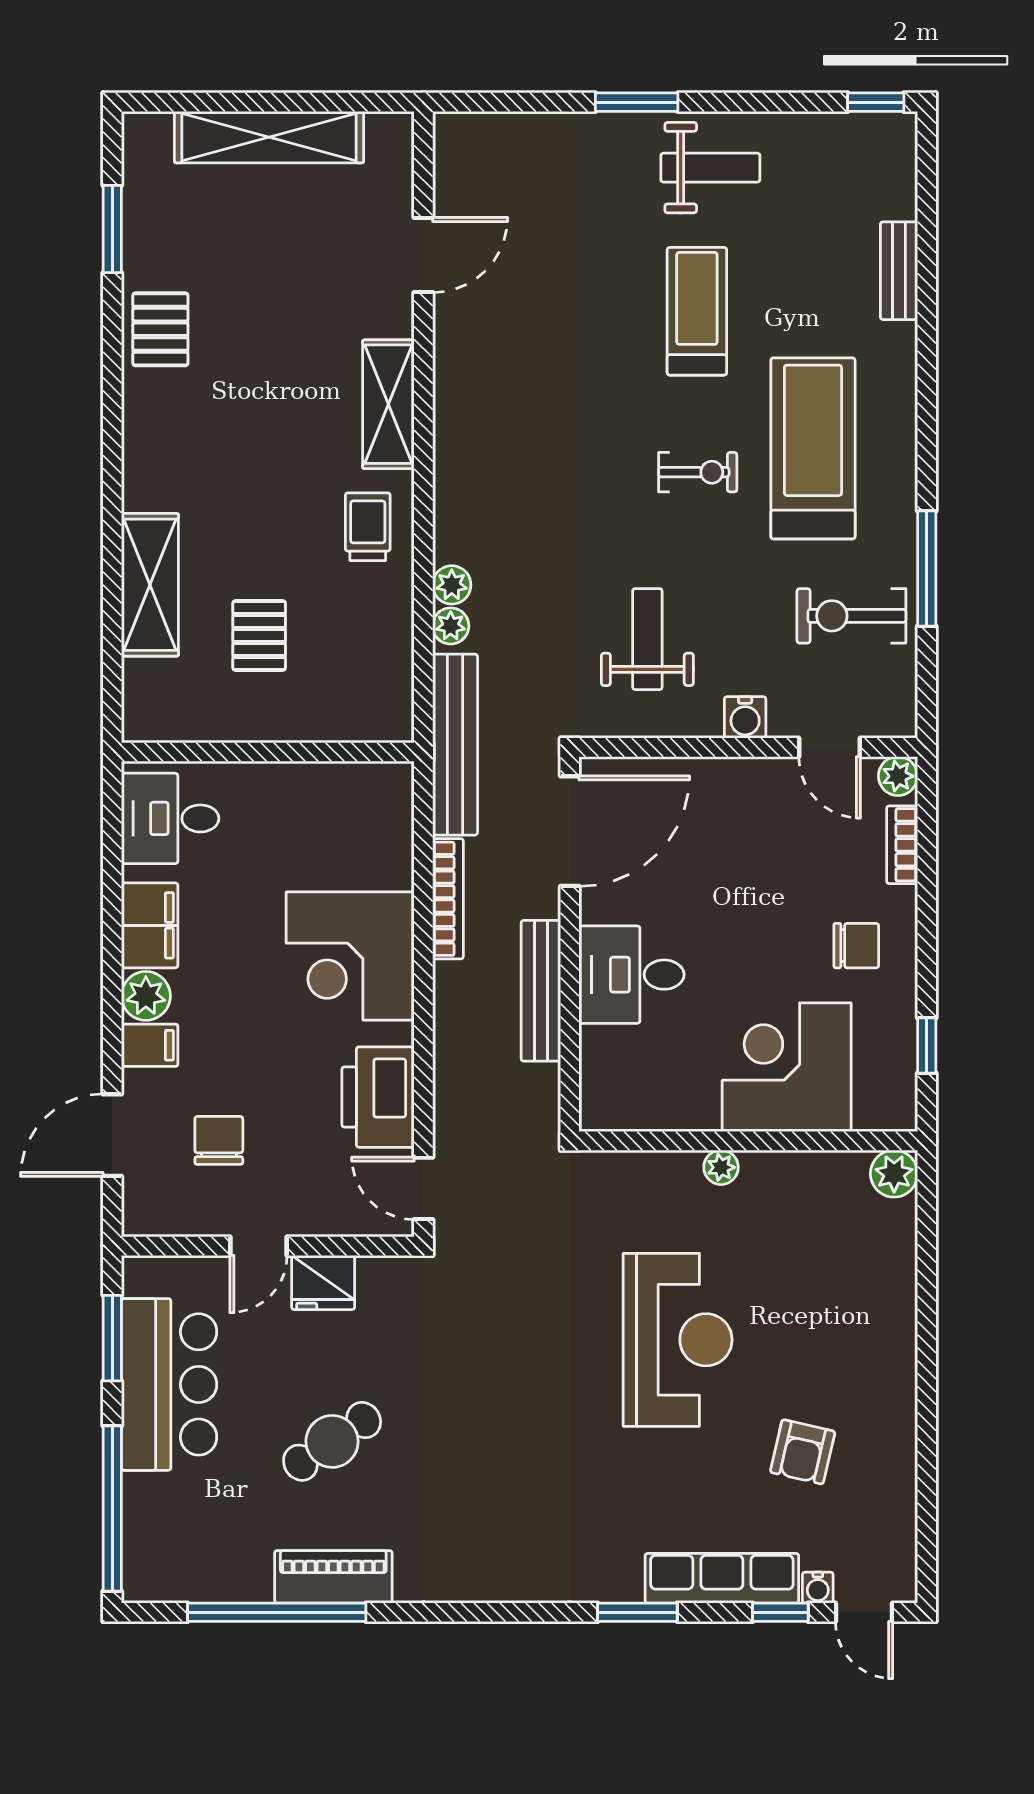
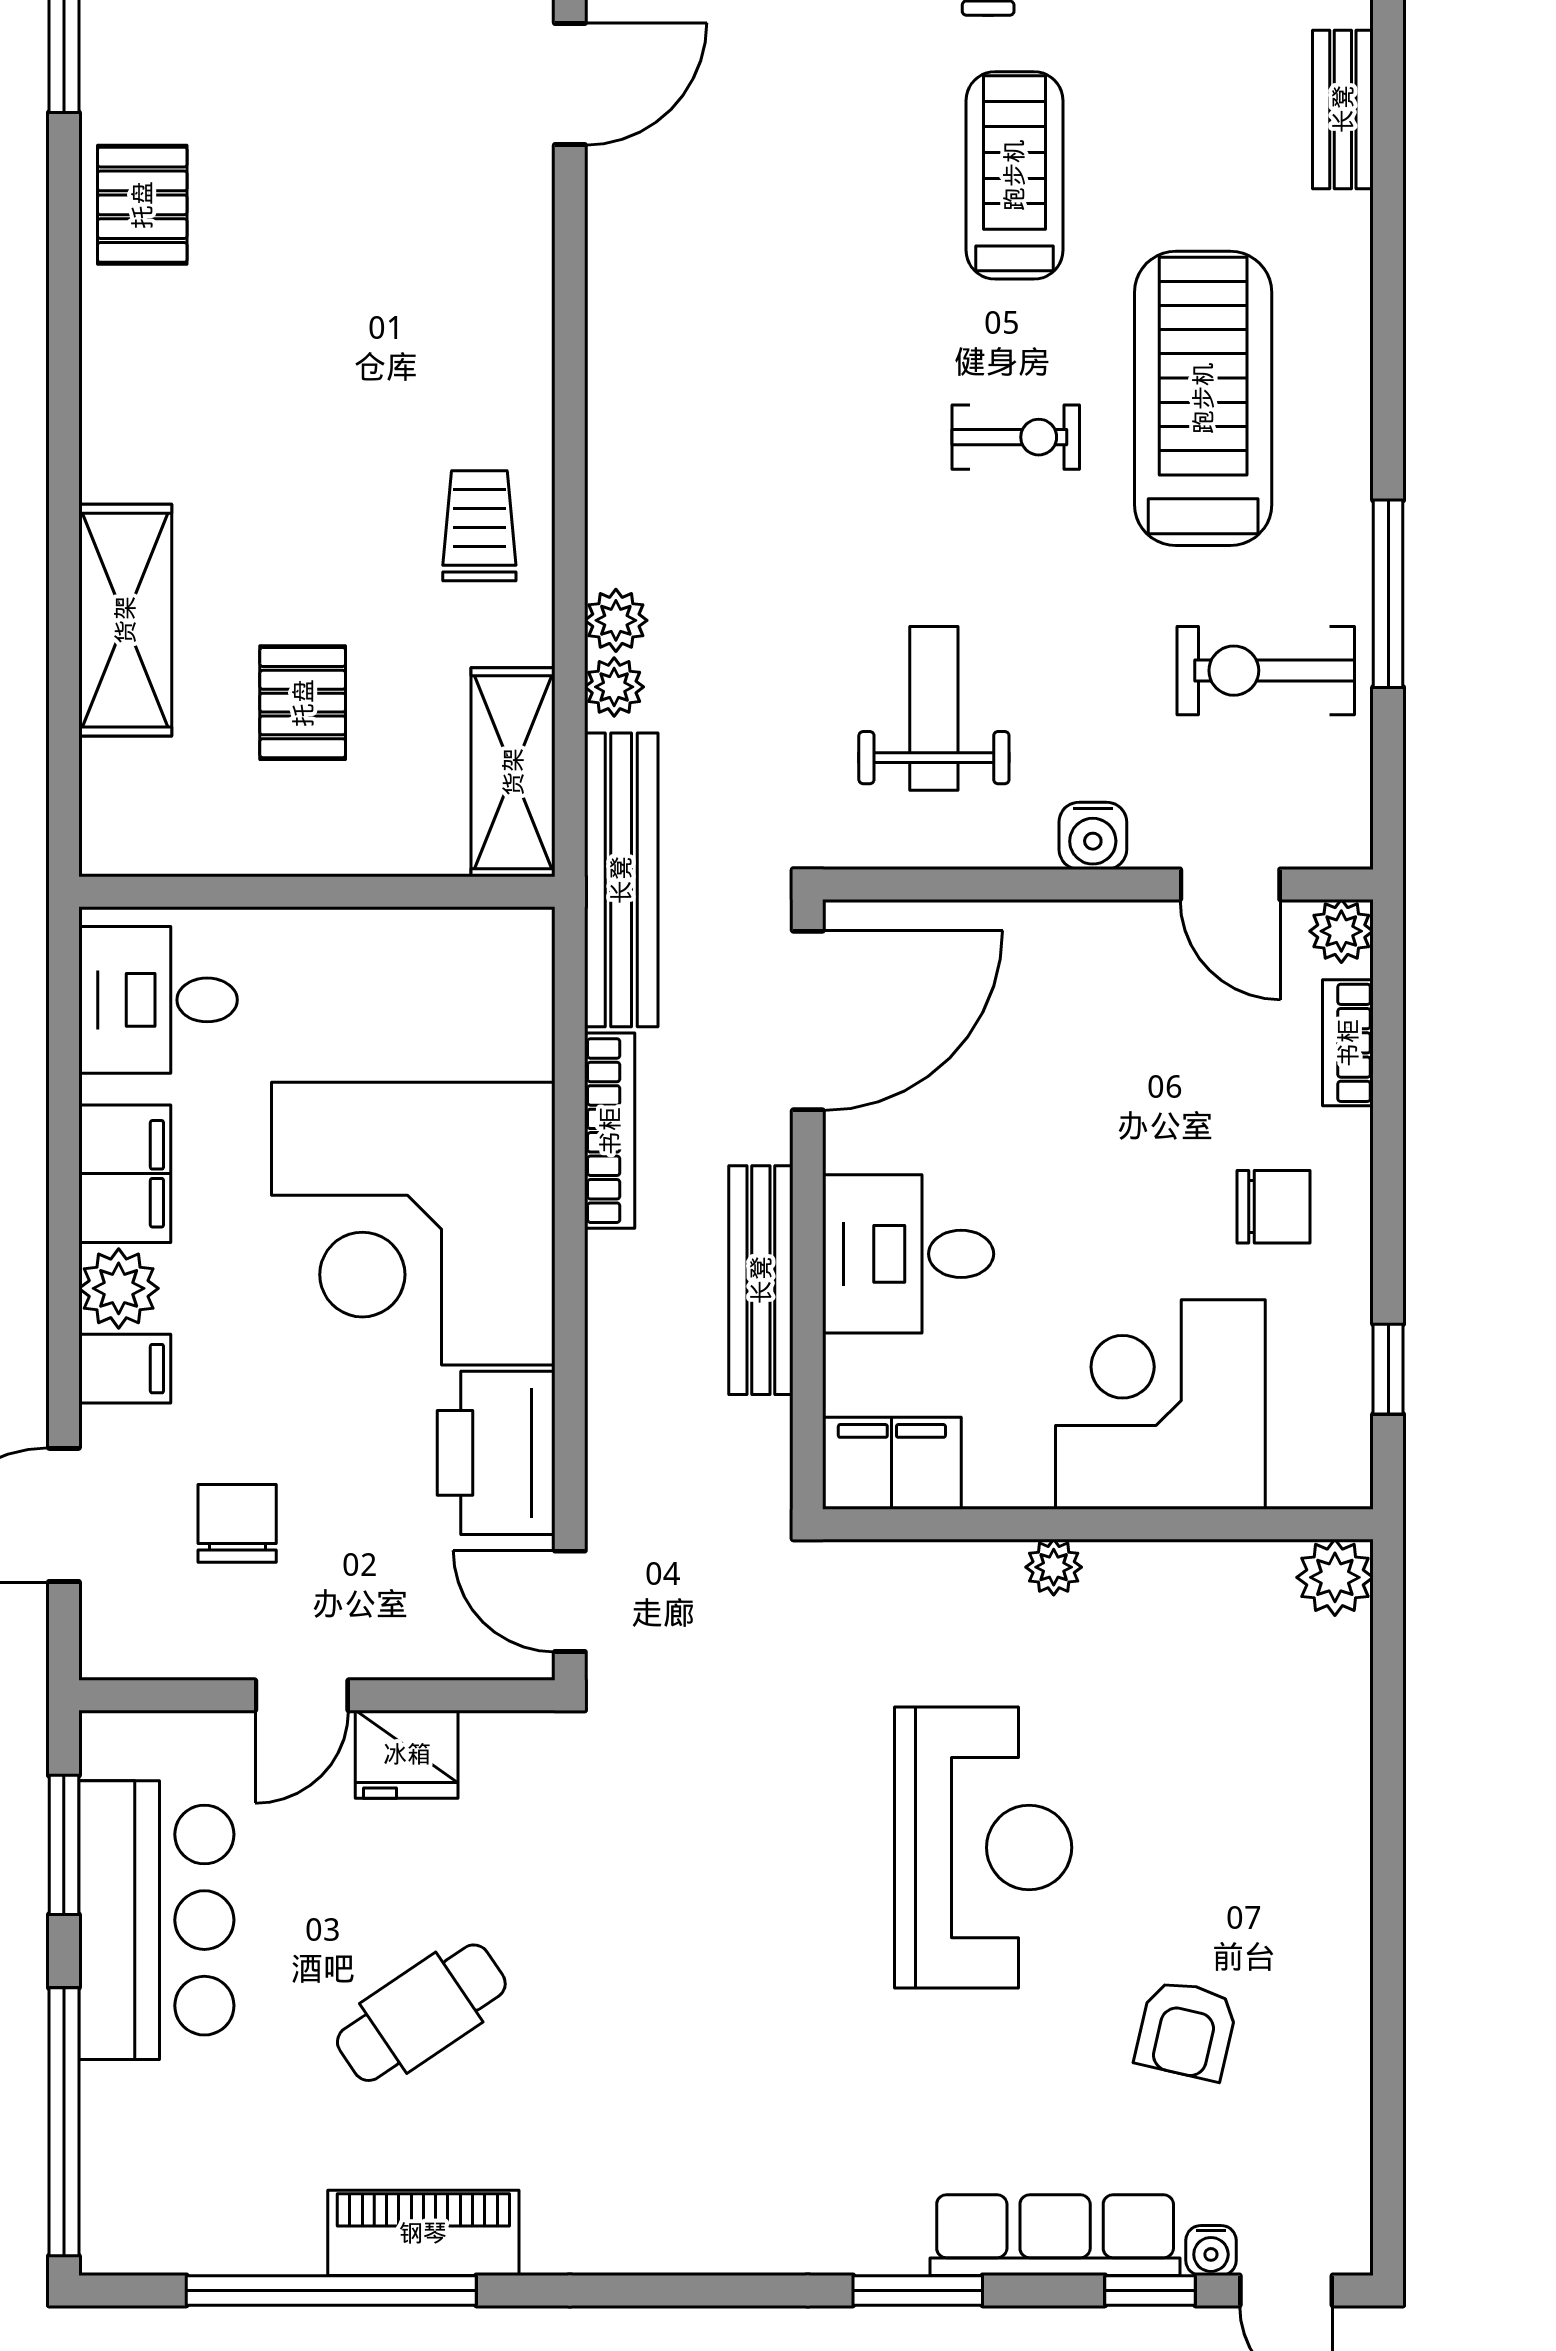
shelving: (388, 404) -> (513, 772), moved
corner desk: (350, 956) -> (413, 1224), width x1.36, depth x1.36
filing cabinet: (621, 1103) -> (892, 1463), added

